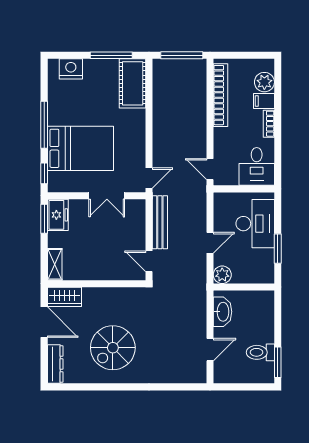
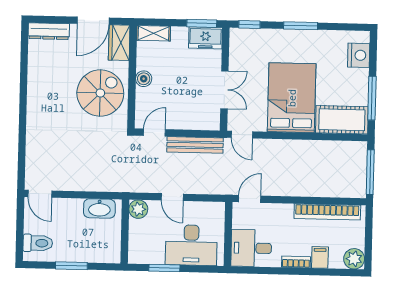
plant: (264, 82) -> (354, 259), moved
window: (44, 125) -> (301, 26), width x0.69
bed: (80, 148) -> (292, 98), moved, turned 180
double door: (107, 196) -> (224, 90), swing flipped
boiler: (98, 273) -> (144, 79), added
spiral stairs: (113, 348) -> (100, 93), moved, turned 90
door: (210, 350) -> (40, 194), moved
toilet: (260, 352) -> (38, 243), moved, turned 90
window: (278, 362) -> (71, 266), moved

